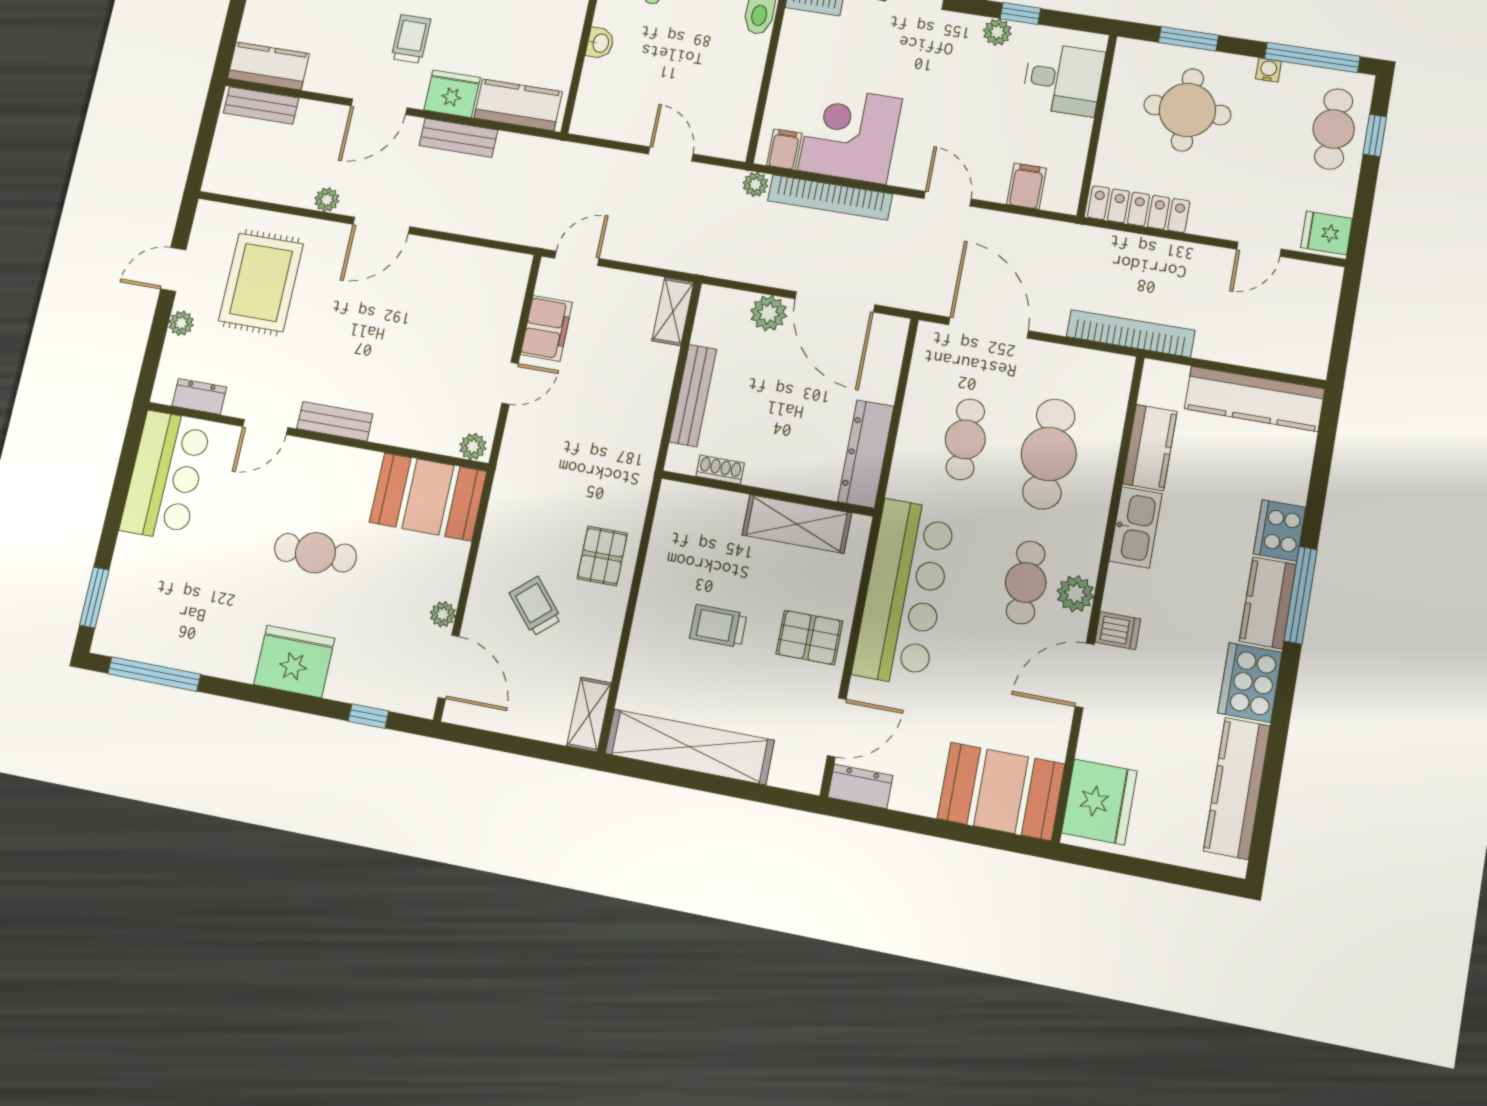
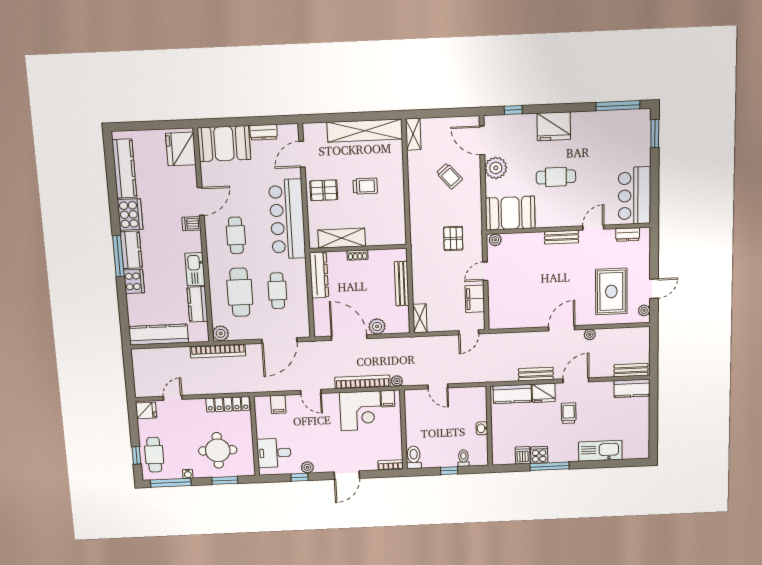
trolley: (411, 39) -> (569, 413), turned 180
plant: (181, 323) -> (644, 310), moved
door: (988, 328) -> (279, 340), hinge flipped
shoe rack: (720, 470) -> (358, 255), moved
pallet: (602, 556) -> (453, 238), moved
plant: (1075, 594) -> (221, 333), moved
plant: (443, 614) -> (496, 168), width x1.88, depth x1.88
dresser: (860, 786) -> (264, 132), moved

